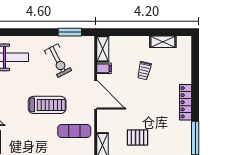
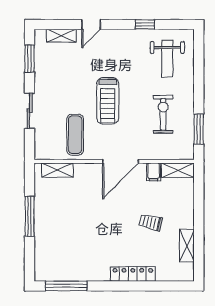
exercise bike: (58, 61) -> (163, 114), turned 117
locker: (185, 102) -> (133, 274), moved
pallet: (138, 137) -> (67, 214), removed

